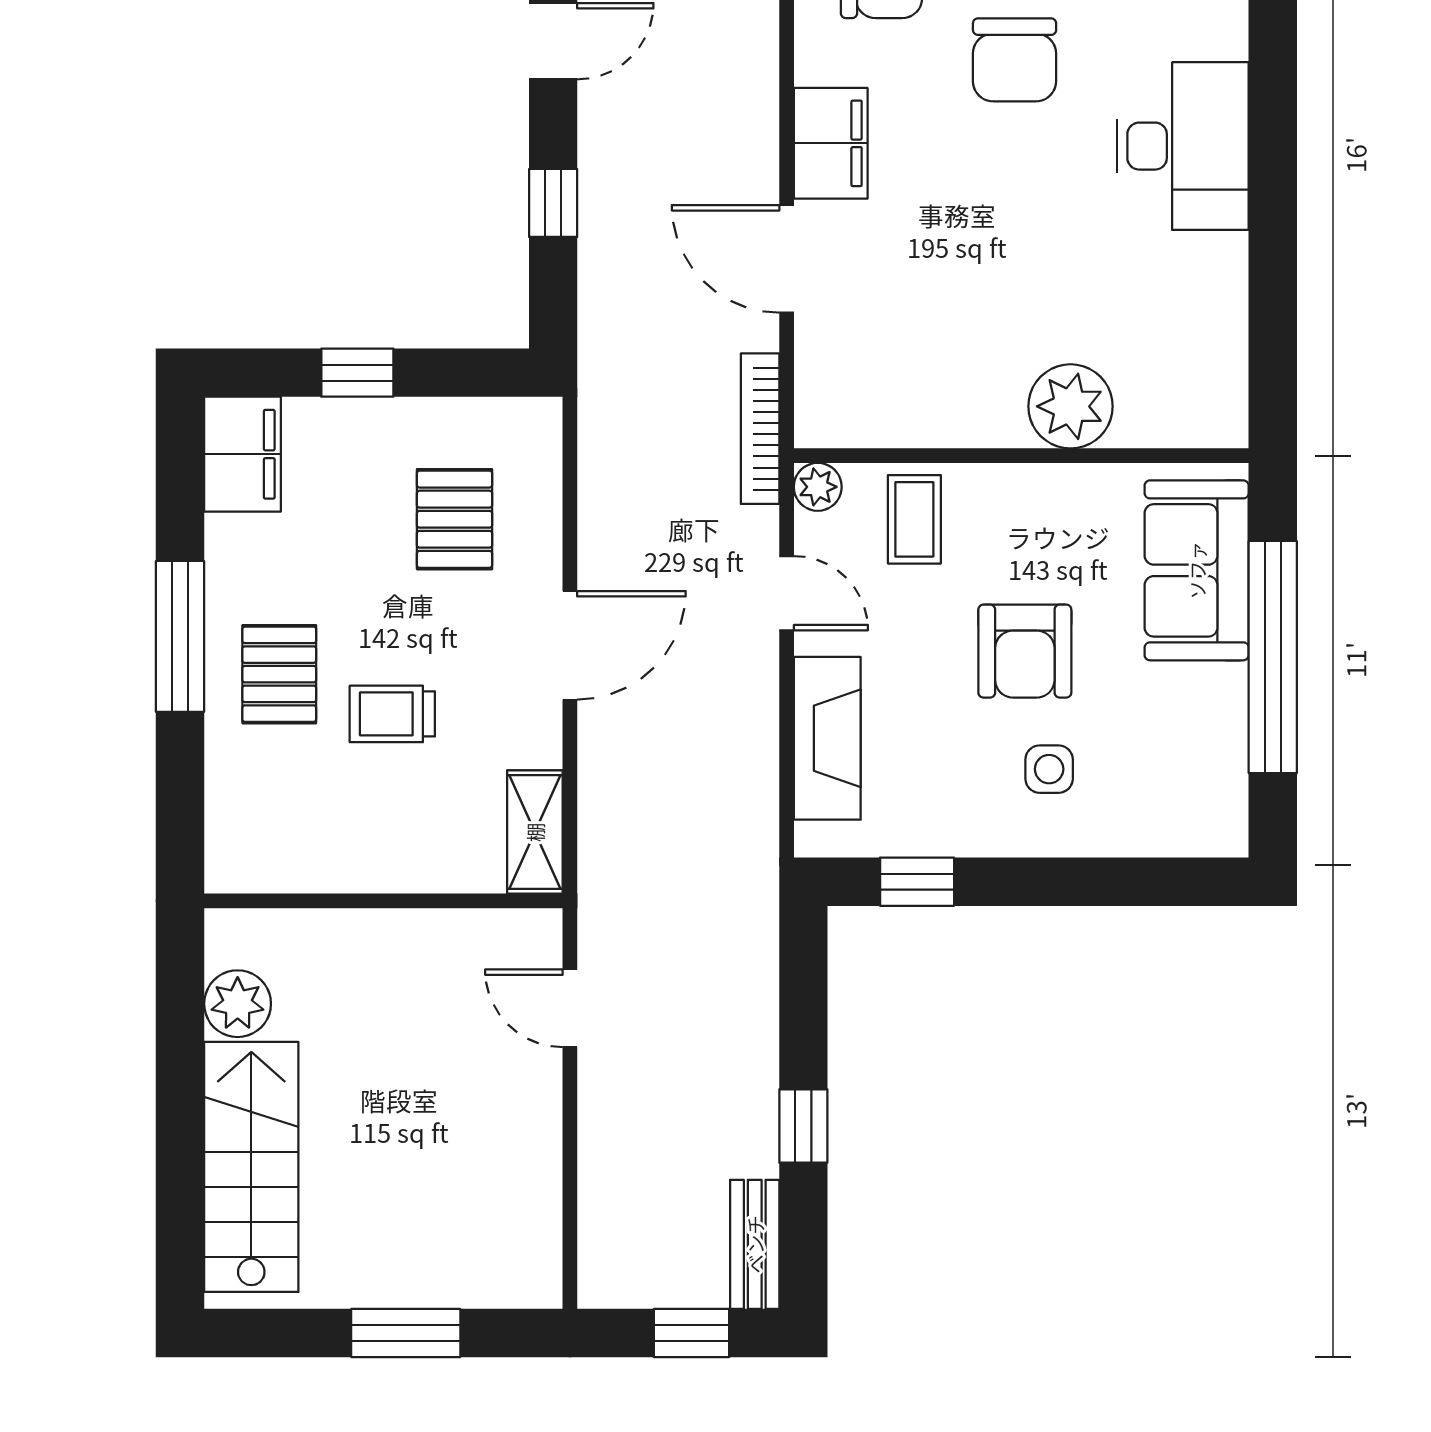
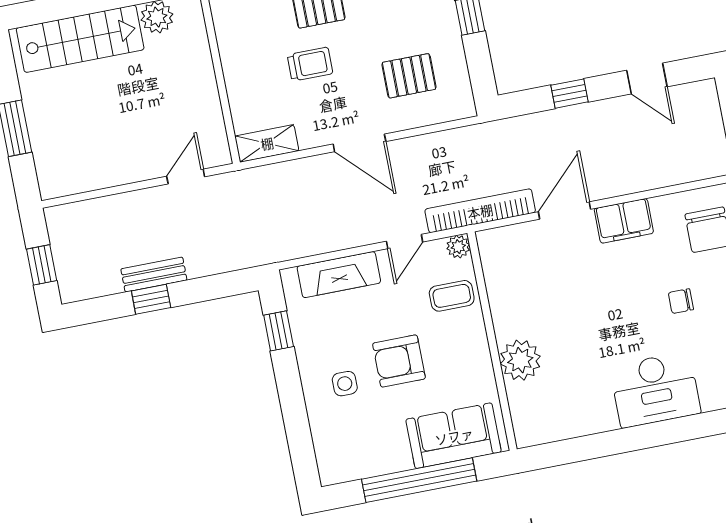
chair: (1015, 60) -> (681, 301), width x0.54, depth x0.54
bookcase: (760, 429) -> (480, 211), width x1.48, depth x1.31
trolley: (392, 714) -> (310, 64), turned 90
bench: (755, 1244) -> (154, 274), moved

